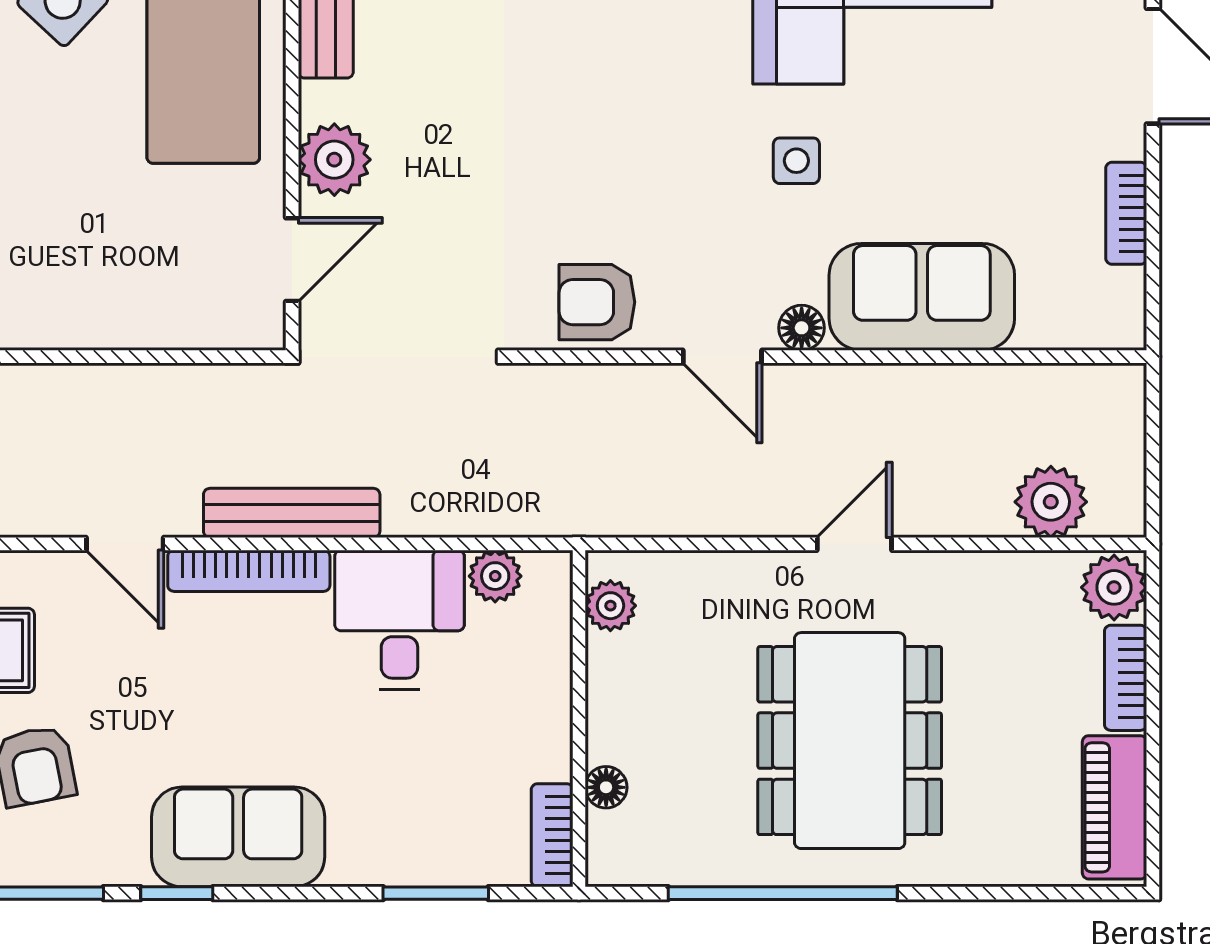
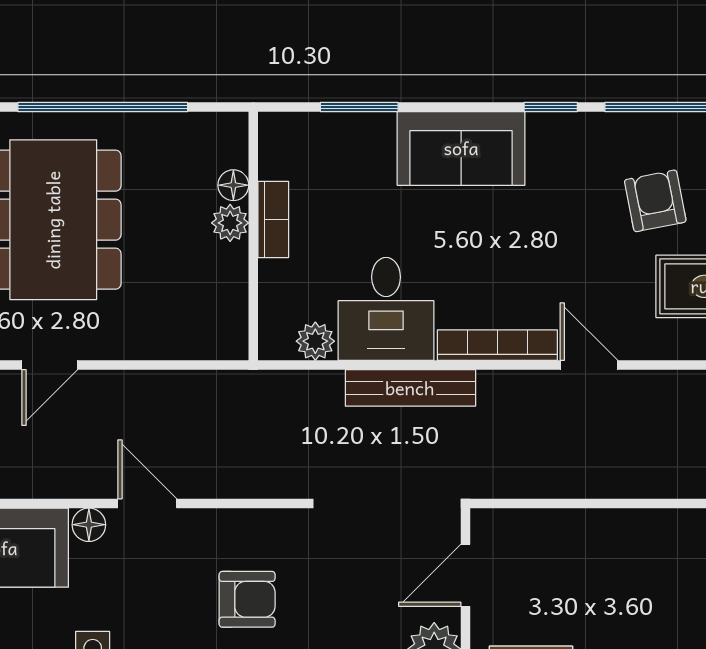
armchair: (597, 302) -> (247, 599), moved
bench: (292, 513) -> (410, 388), moved
plant: (610, 606) -> (230, 223), moved
bookcase: (552, 835) -> (273, 219), moved
sofa: (238, 837) -> (461, 148), moved

